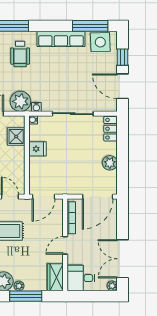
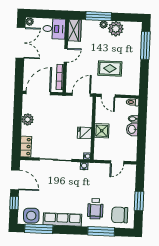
wheelchair: (20, 54) -> (95, 209), turned 180
plant: (20, 101) -> (97, 171), removed
shower: (16, 137) -> (102, 131), moved

